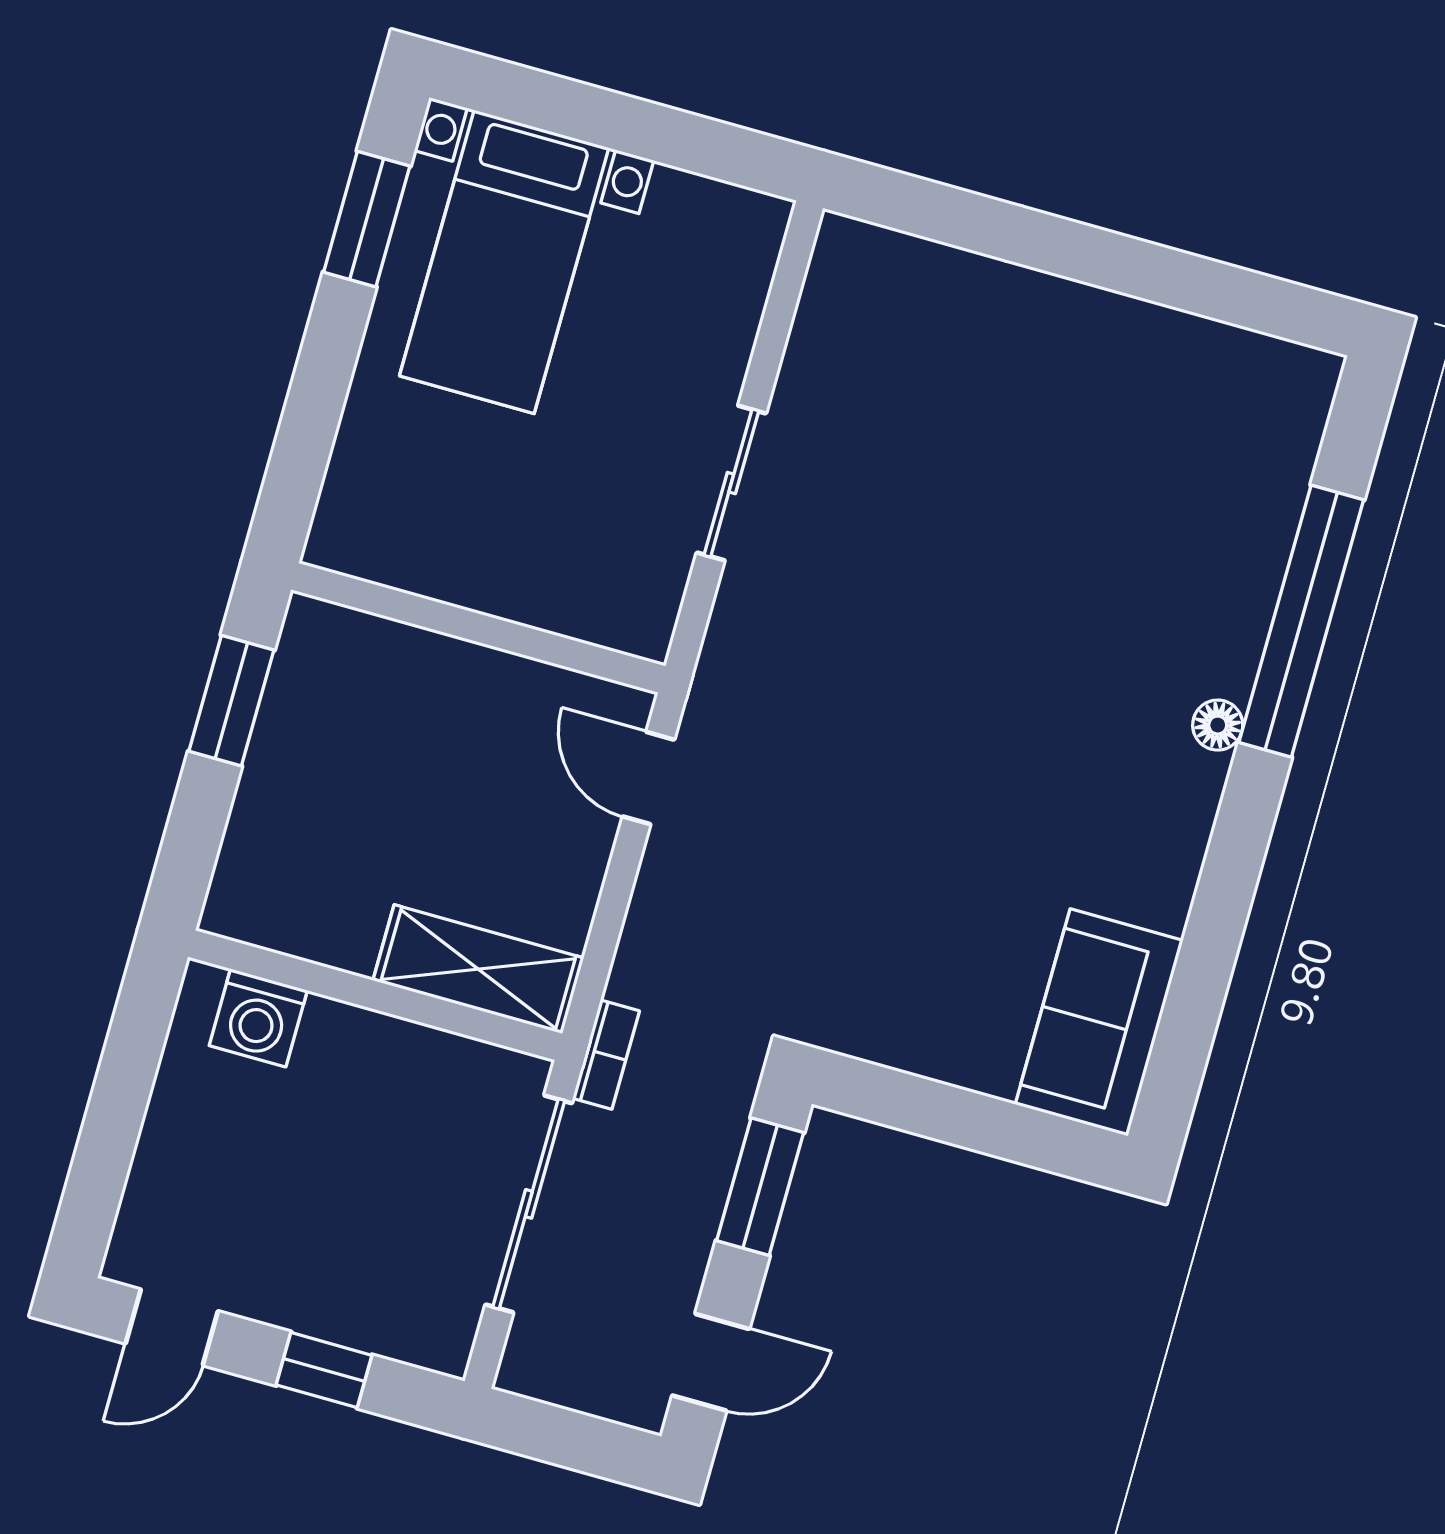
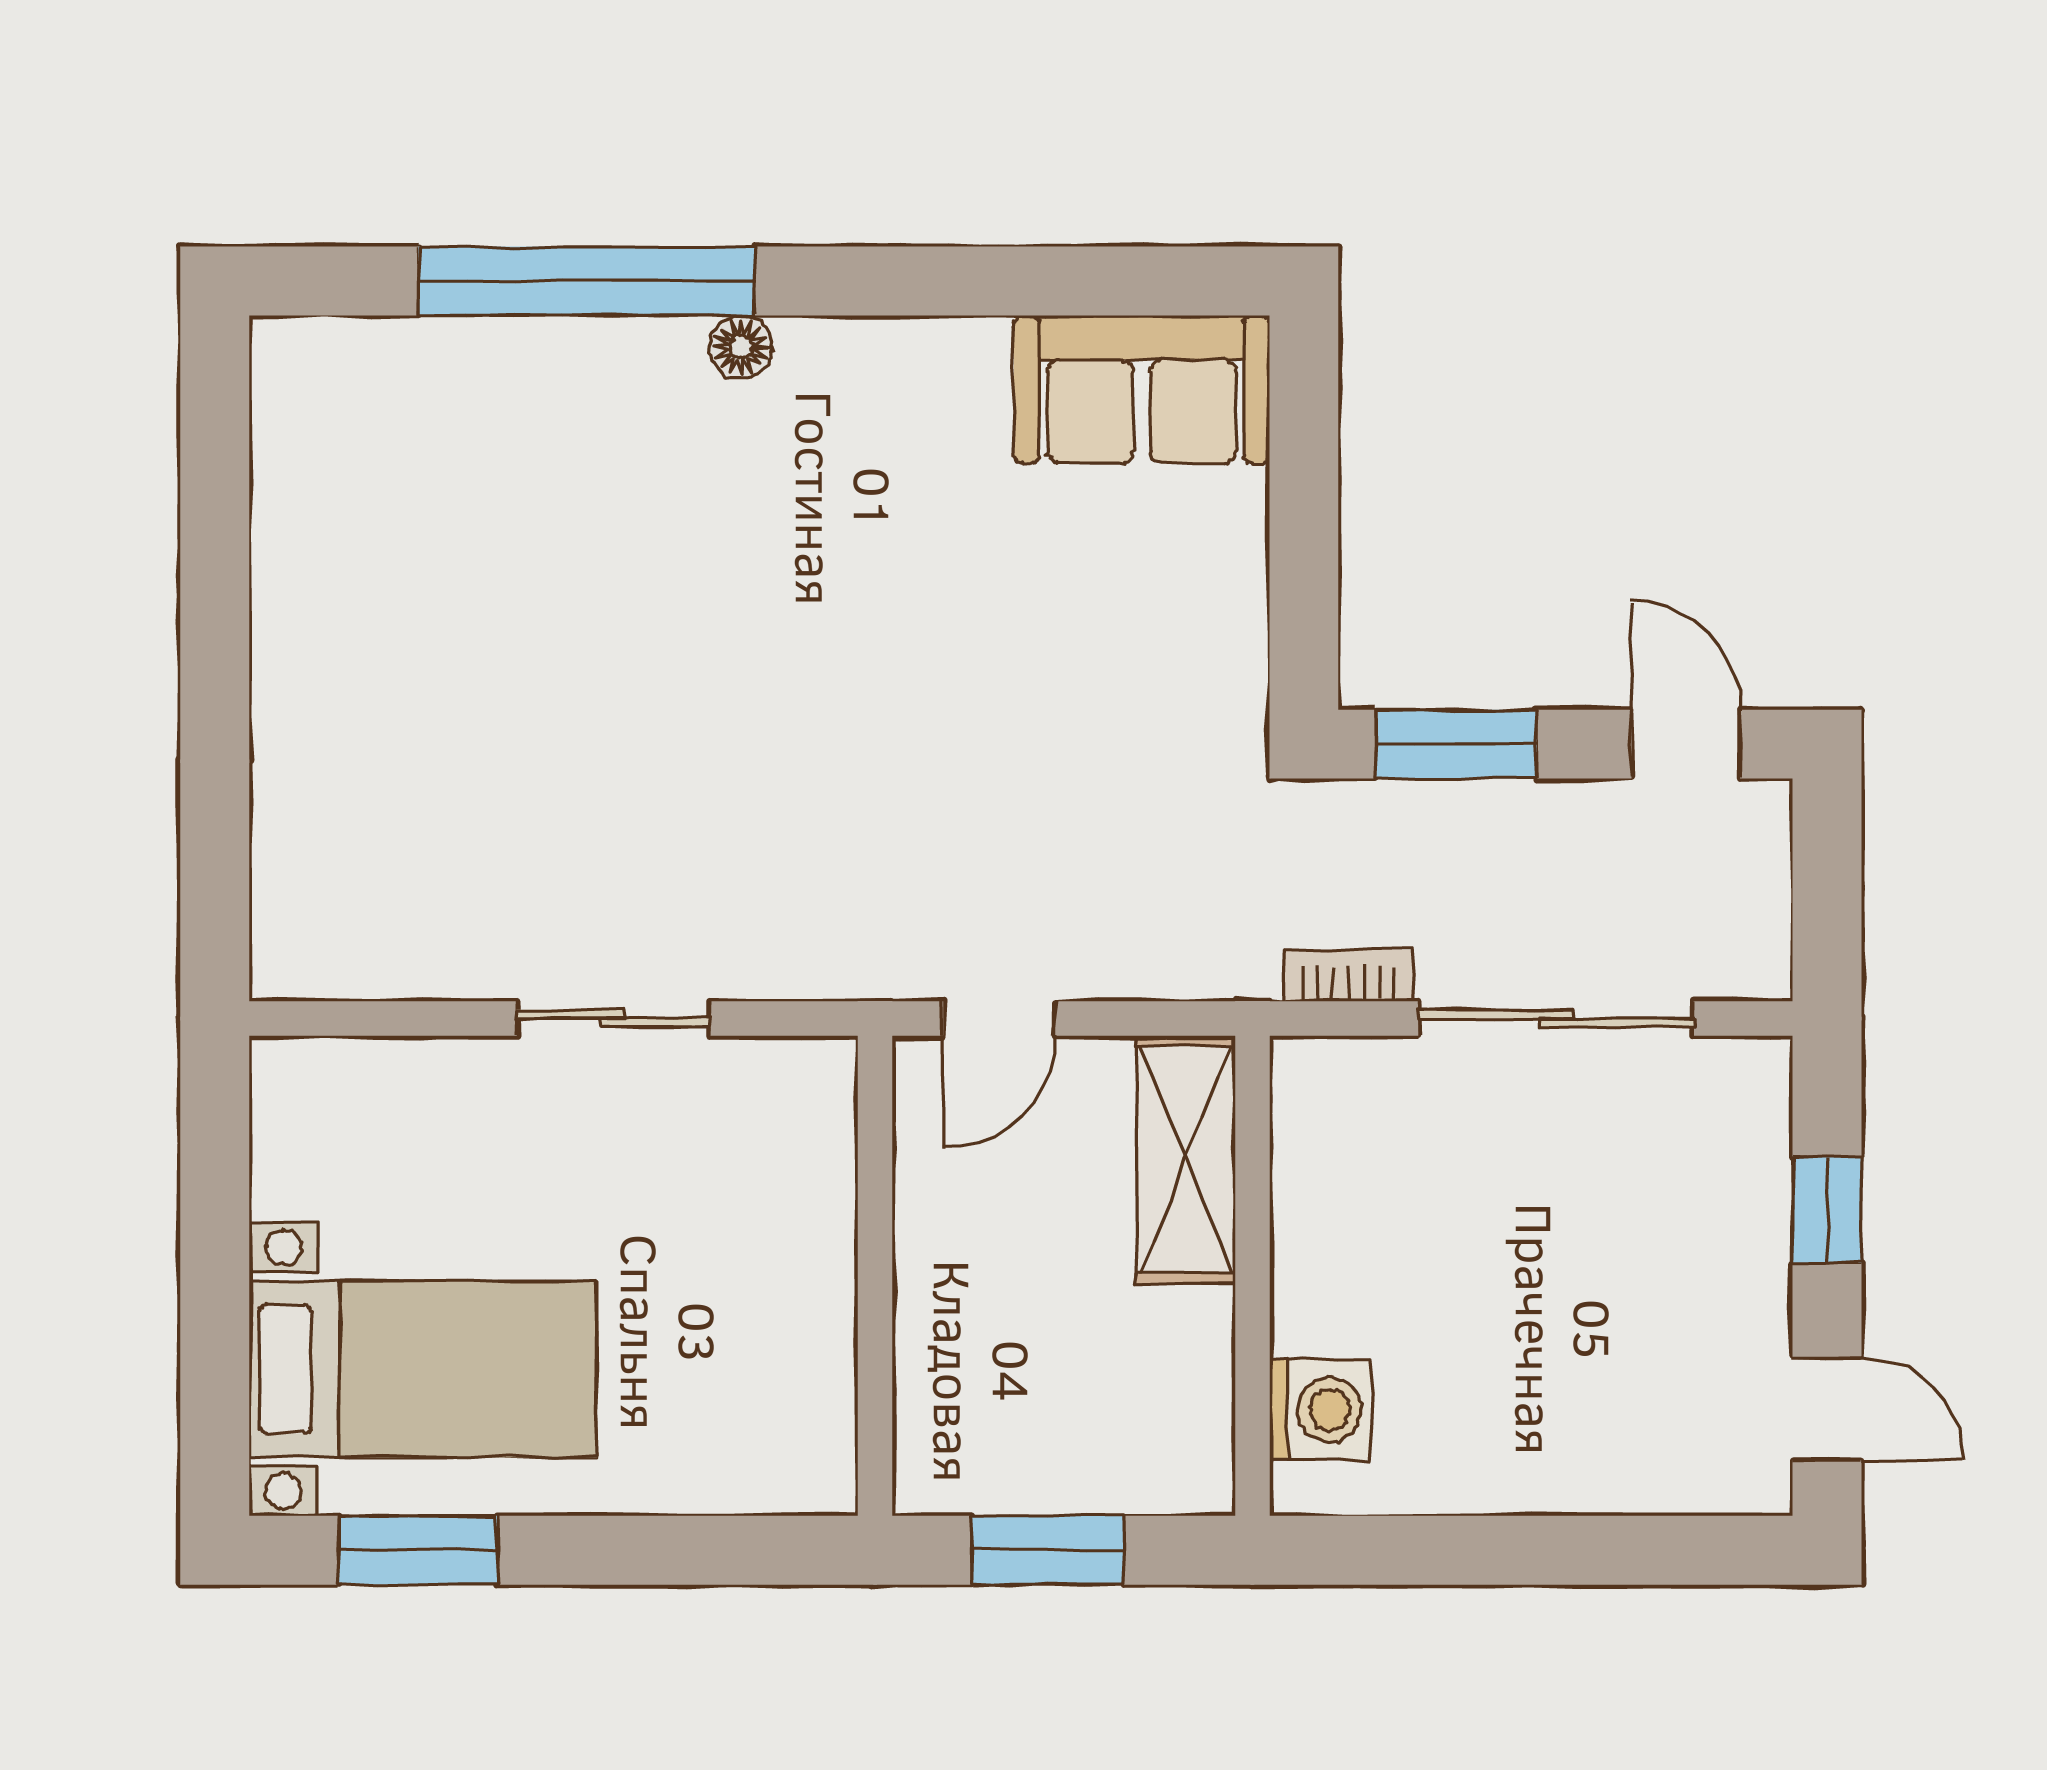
shelving: (478, 969) -> (1186, 1160), moved
wall: (375, 995) -> (1252, 1276), moved
washing machine: (258, 1018) -> (1320, 1410), moved

